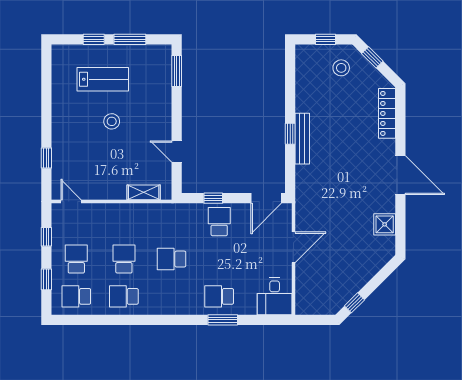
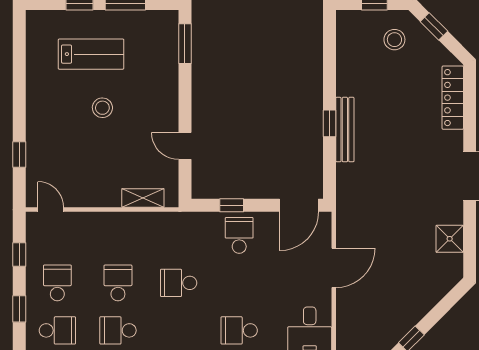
school desk: (76, 296) -> (57, 330), turned 180

